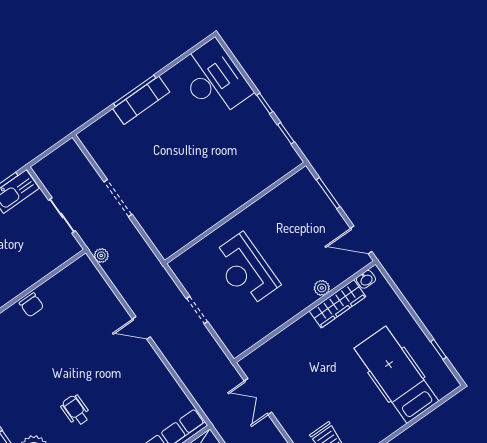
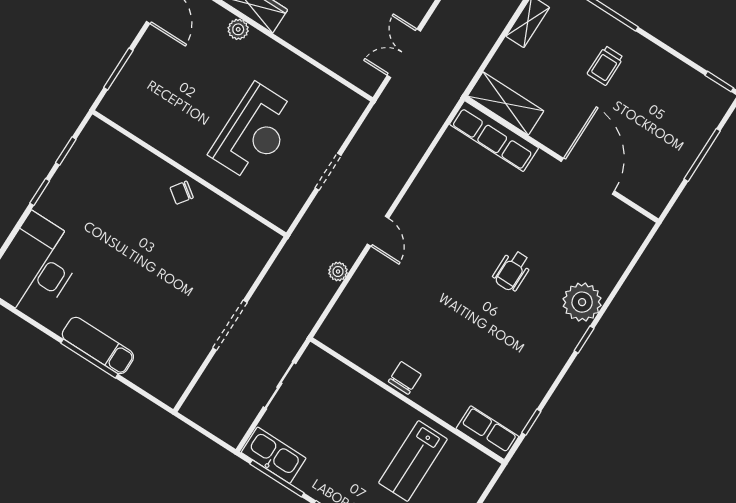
chair: (224, 202) -> (182, 193), added
plant: (101, 256) -> (338, 271), moved
double door: (258, 397) -> (404, 53), swing flipped

